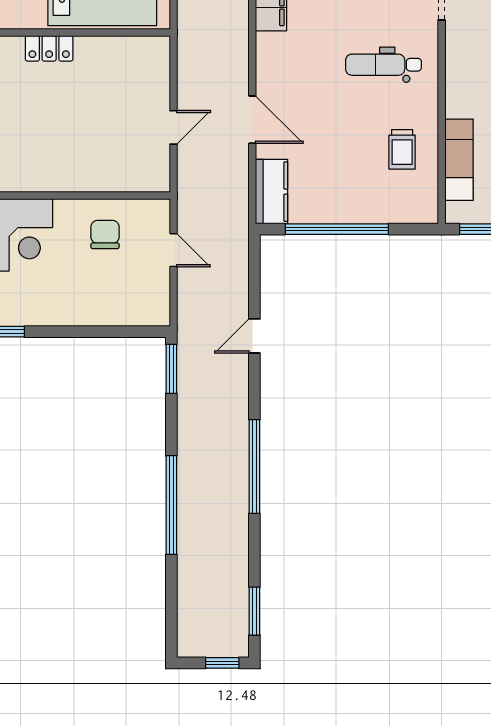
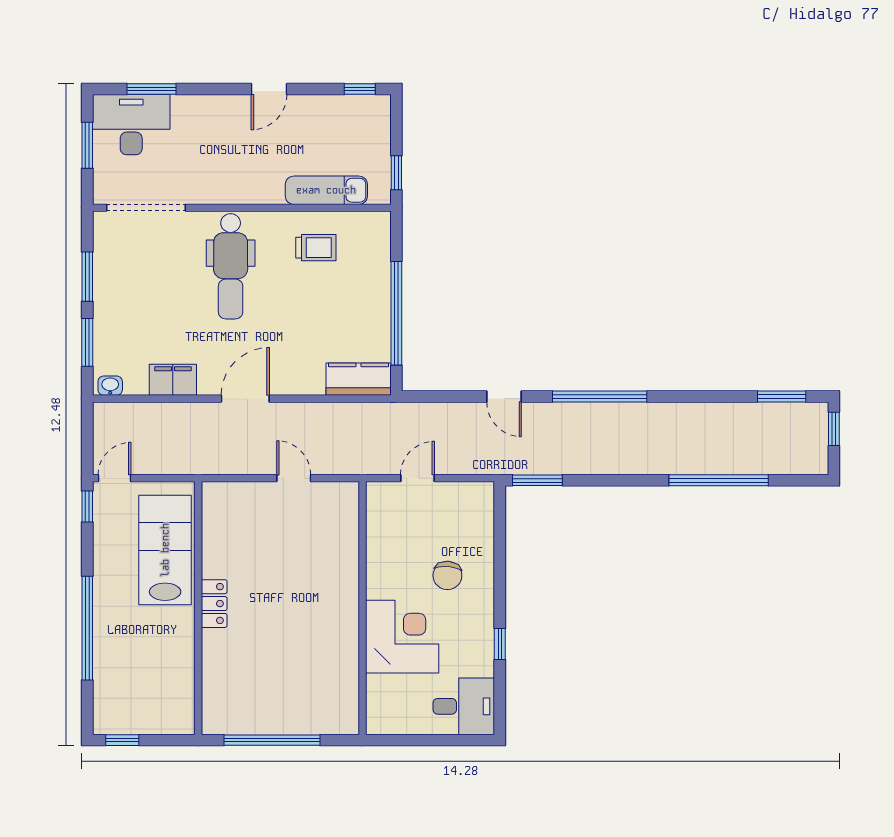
dental chair: (384, 65) -> (231, 266), width x1.36, depth x1.38
door: (252, 120) -> (245, 399), moved
chair: (105, 234) -> (447, 575), moved, turned -85
window: (254, 466) -> (600, 397), moved
window: (171, 505) -> (719, 480), moved

